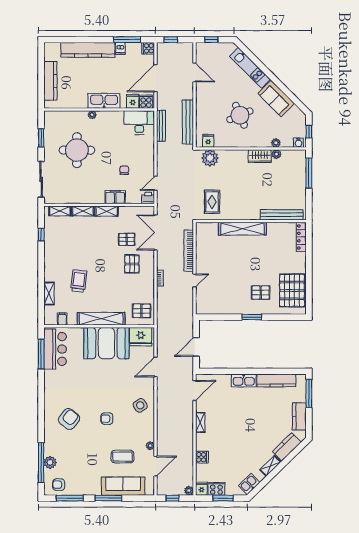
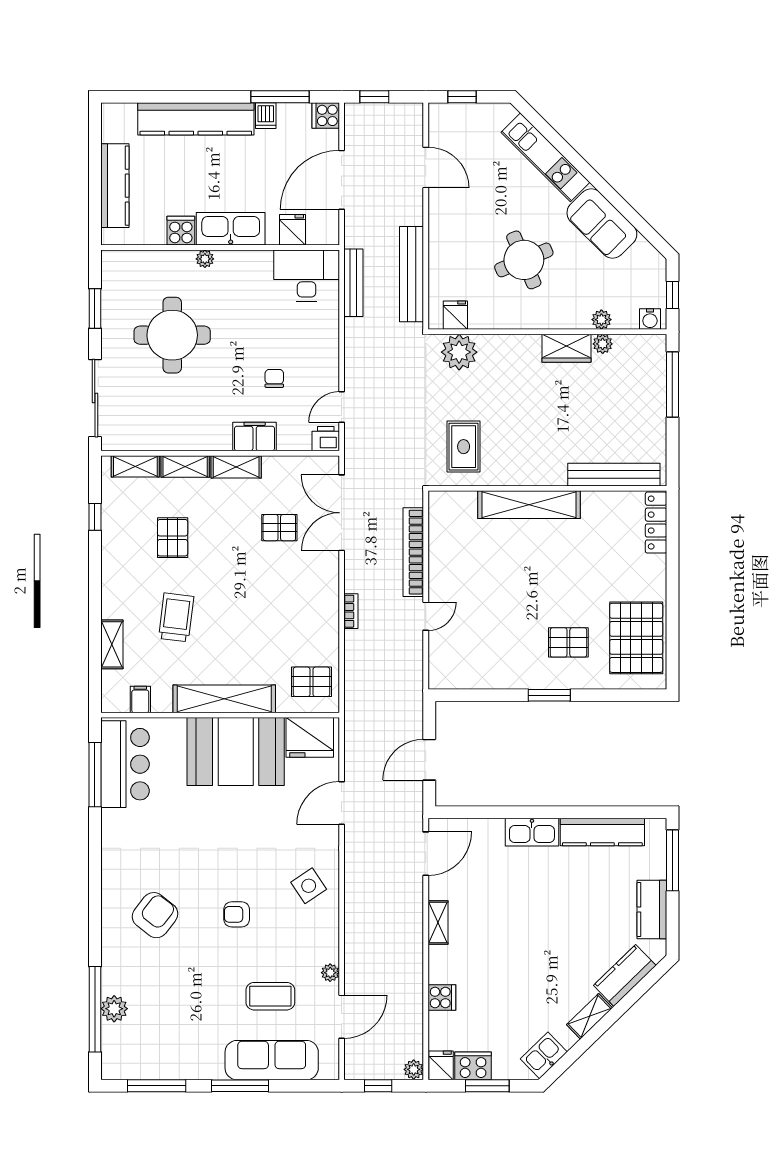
cooker: (146, 102) -> (181, 231), moved
pallet: (132, 264) -> (173, 538), moved
armchair: (59, 485) -> (133, 1057), removed

